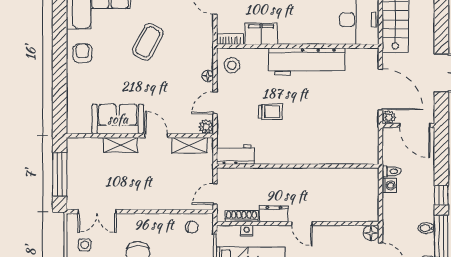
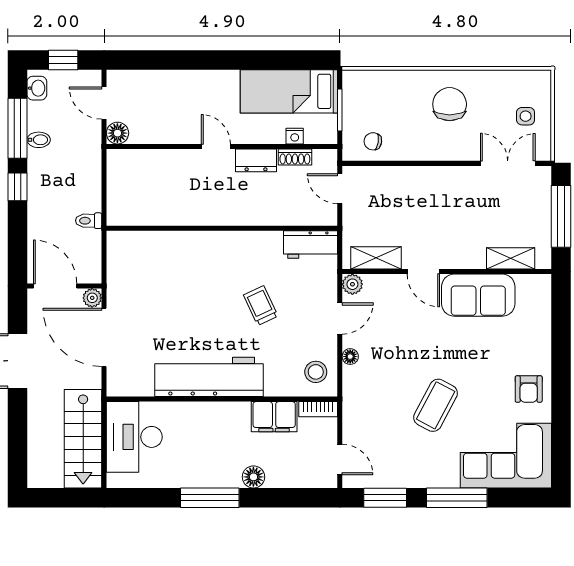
trolley: (271, 112) -> (261, 306), turned 65
shelving: (120, 145) -> (511, 258), moved
washing machine: (389, 185) -> (92, 201), removed
door: (215, 194) -> (340, 189), swing flipped
shoe rack: (241, 216) -> (295, 157), width x0.70

